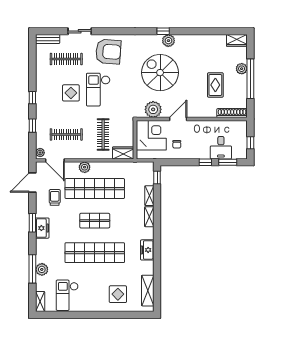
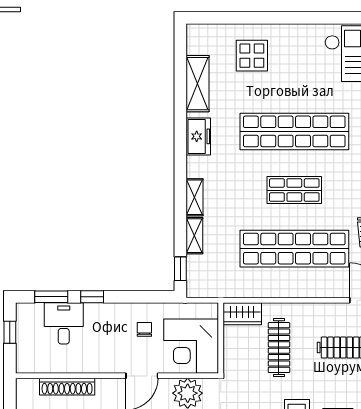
shoe rack: (232, 113) -> (67, 387), moved
plant: (85, 167) -> (313, 288), removed
shelving: (148, 291) -> (198, 84), moved

